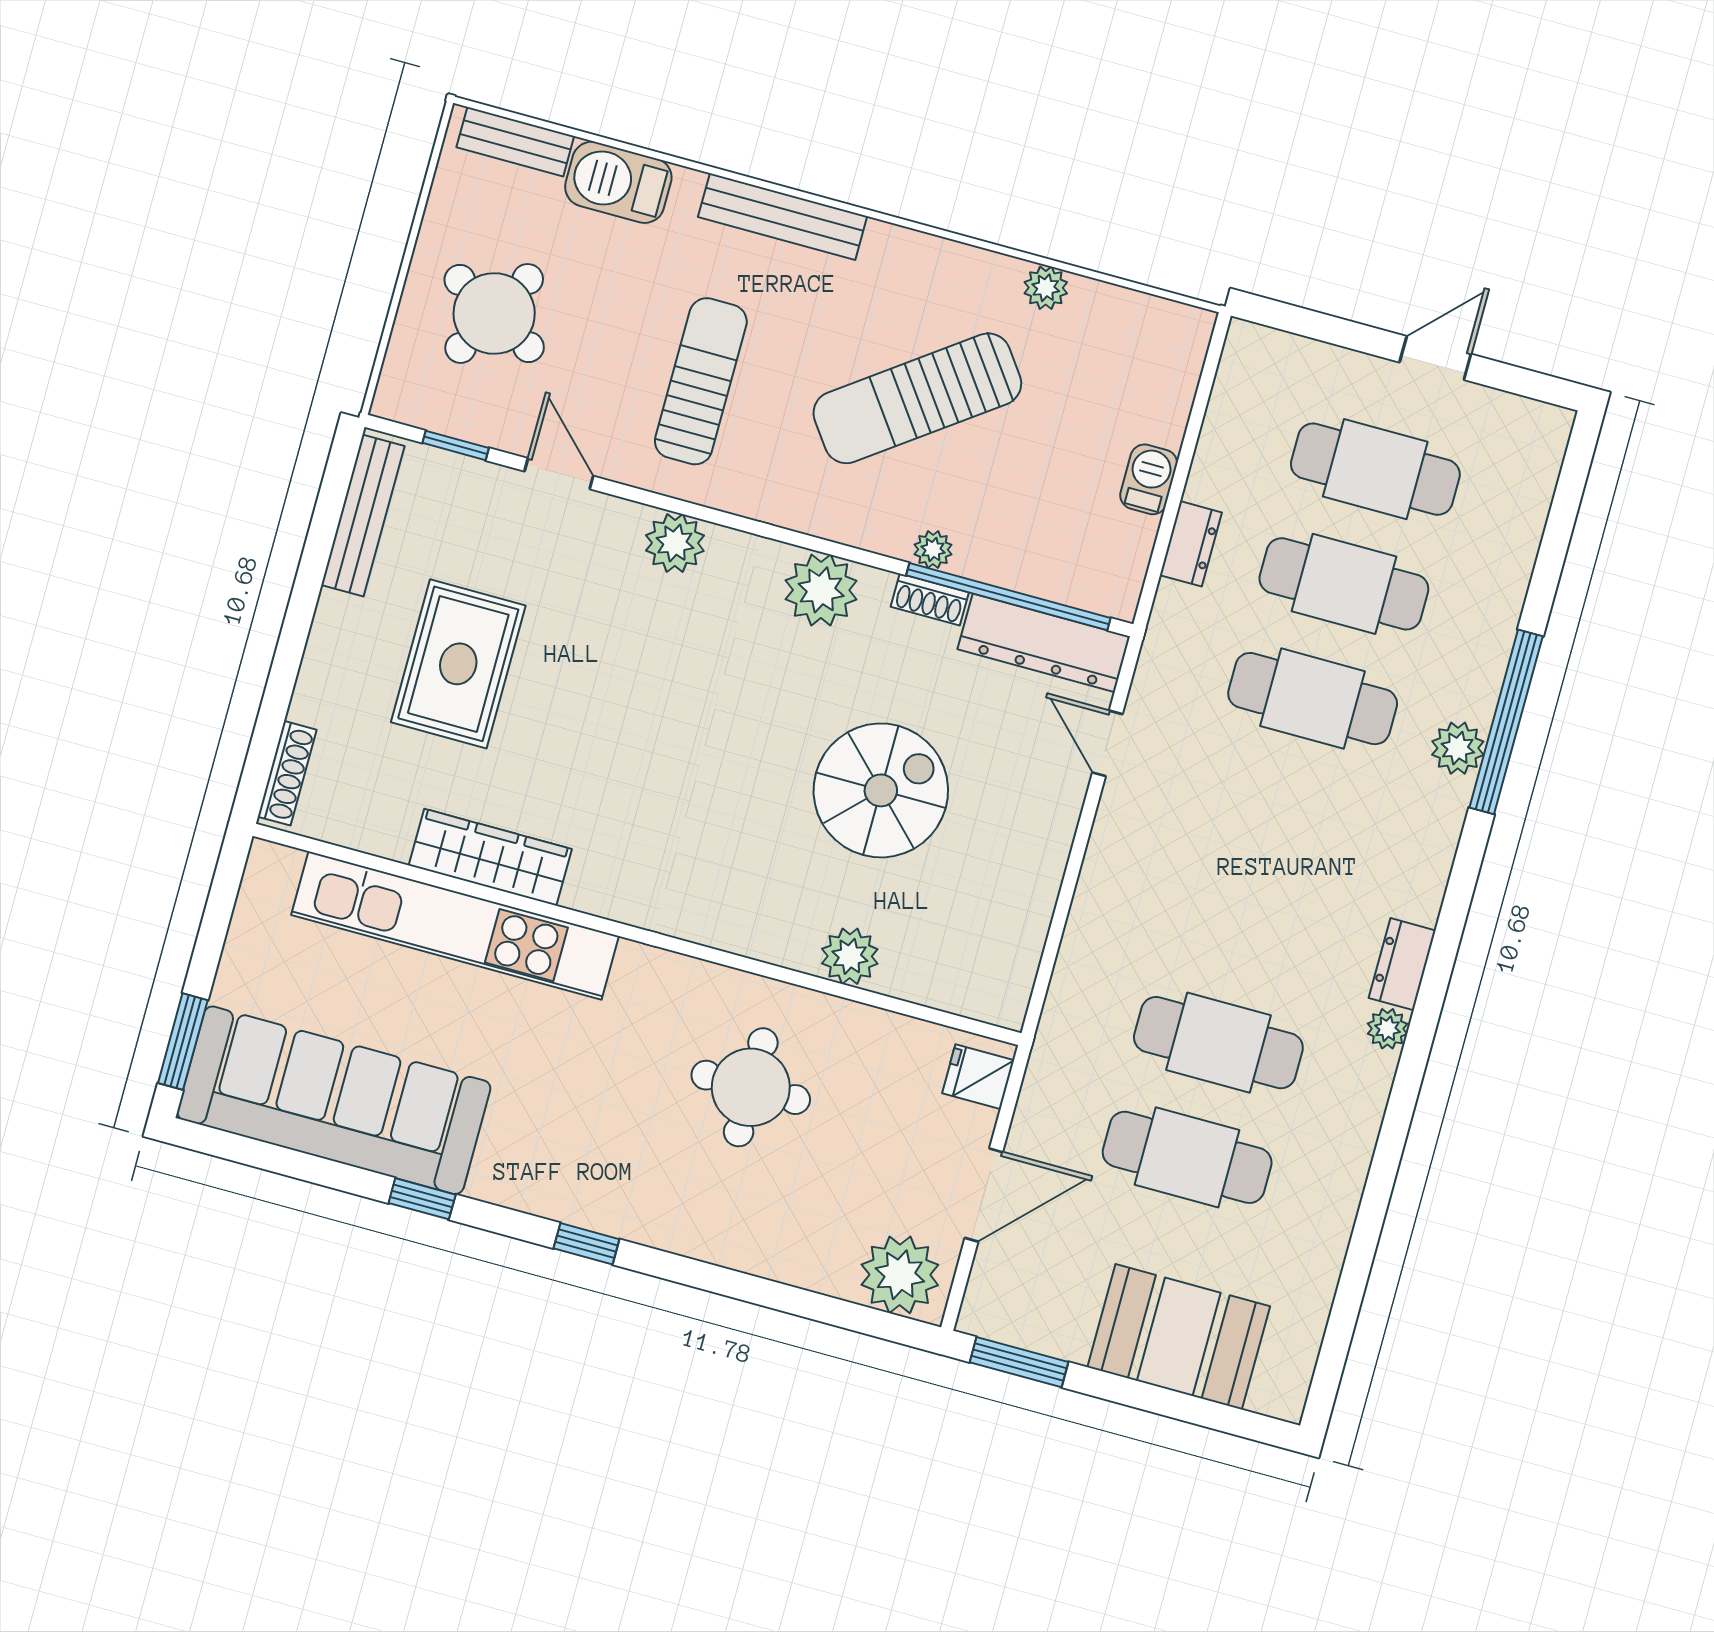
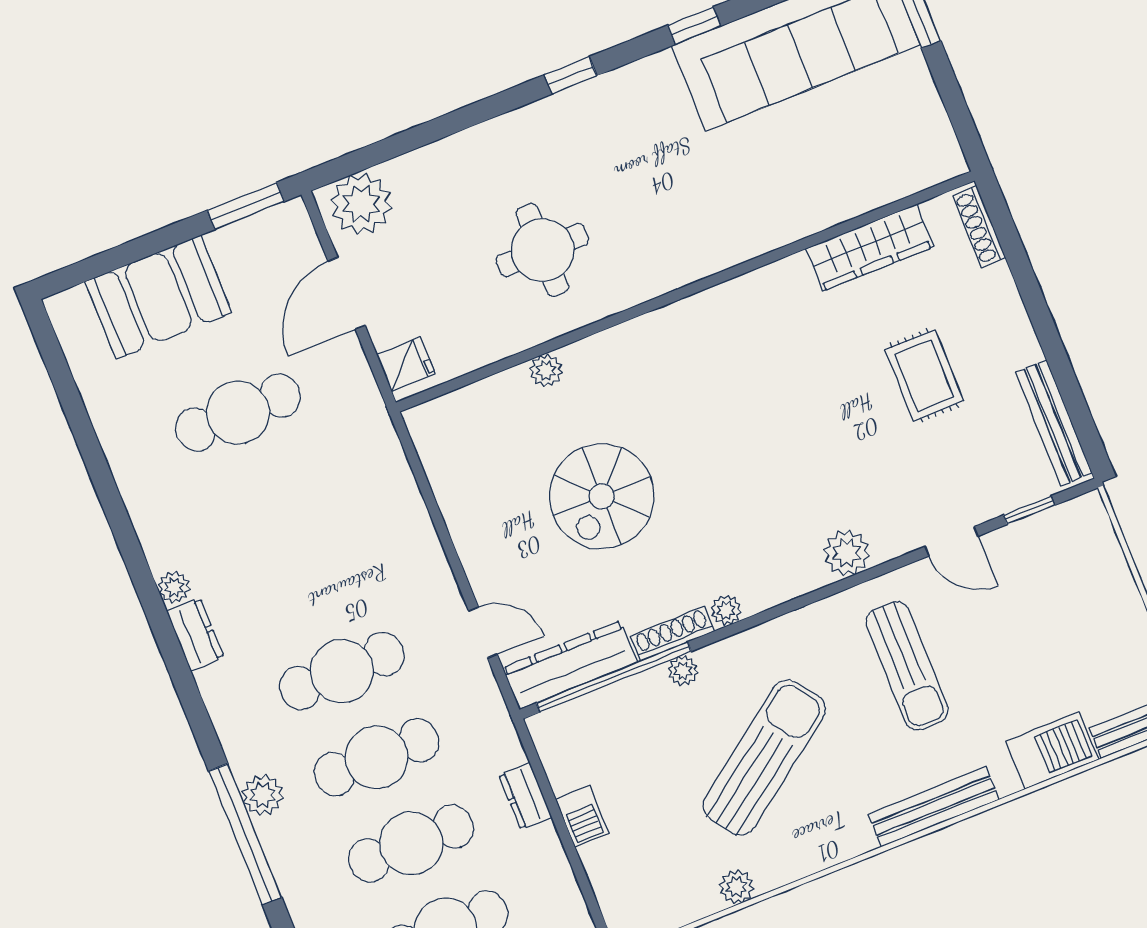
round table: (494, 313) -> (1067, 610), removed
plant: (821, 590) -> (726, 610), width x0.53, depth x0.53
shoe rack: (930, 600) -> (672, 634), width x1.43
rug: (458, 664) -> (924, 375), width x0.73, depth x0.70
wardrobe: (490, 857) -> (870, 248), moved
kitchen unit: (455, 926) -> (803, 211), removed
plant: (850, 956) -> (546, 370), width x0.73, depth x0.73
cafe table: (1218, 1043) -> (342, 671), moved

